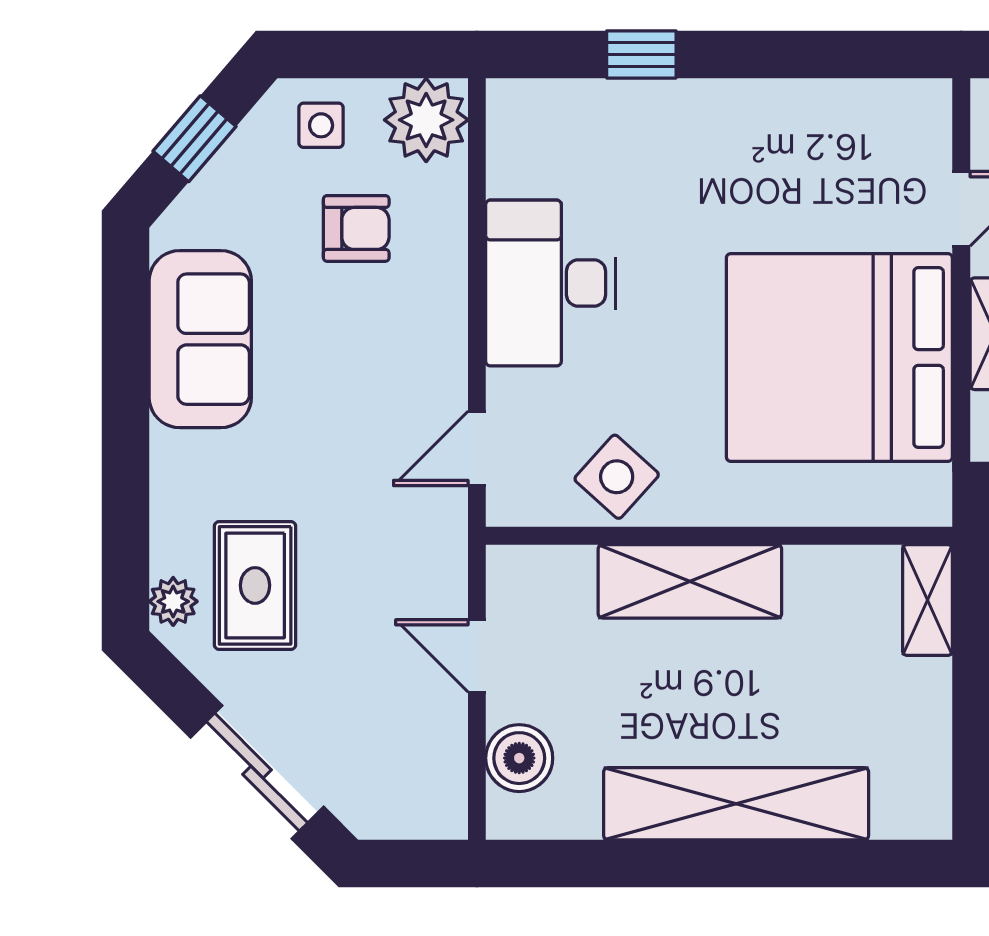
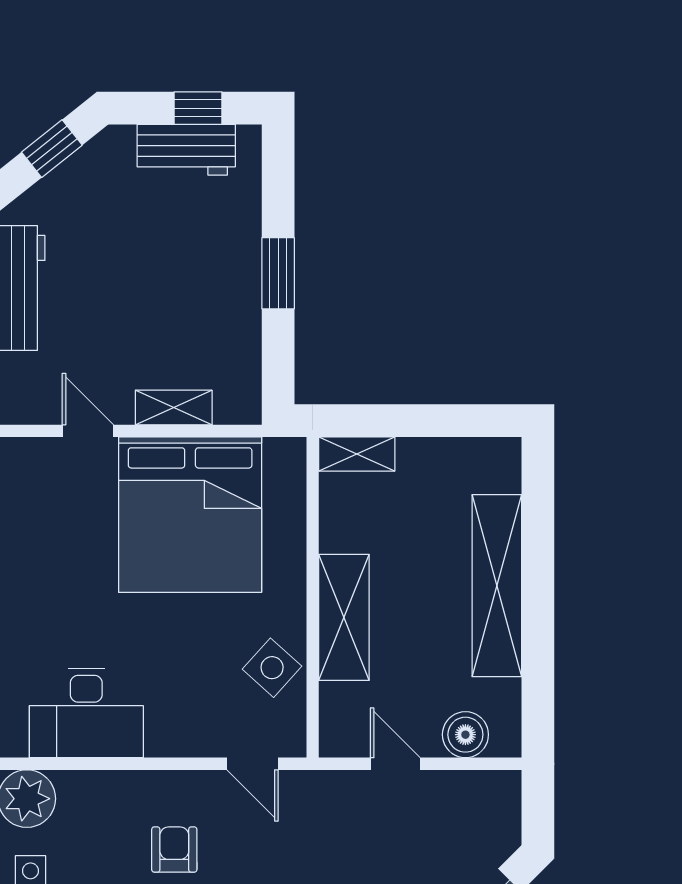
armchair: (356, 228) -> (174, 850), moved
desk: (551, 283) -> (86, 713), moved
door: (477, 656) -> (395, 764), swing flipped

